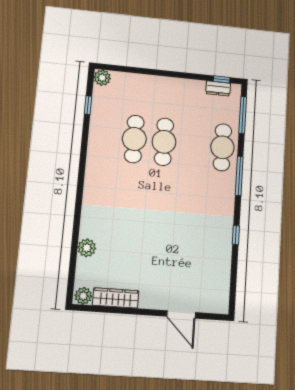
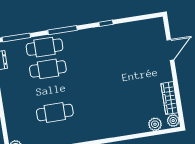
cafe table: (164, 142) -> (48, 69), moved
plant: (87, 248) -> (155, 124), moved

